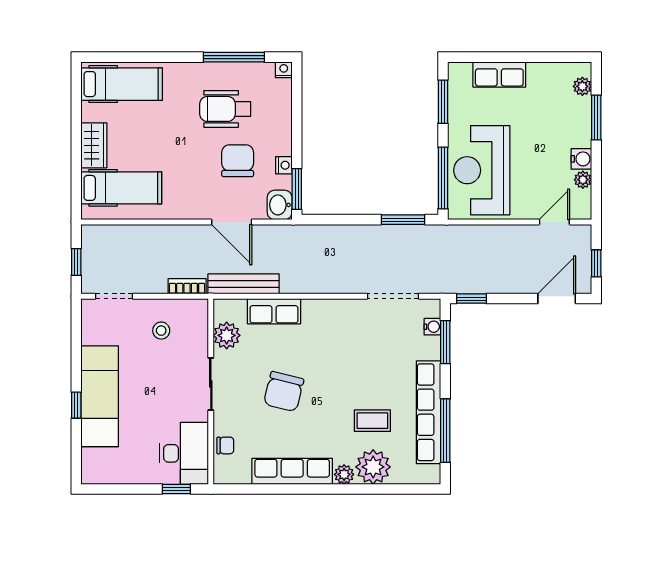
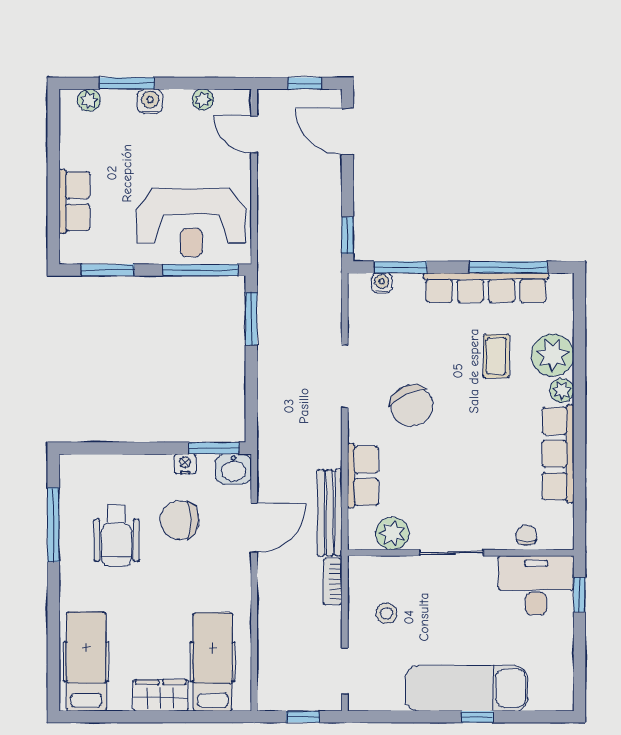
nightstand: (284, 70) -> (69, 464), removed
water cooler: (581, 159) -> (150, 101), moved
doorway: (393, 296) -> (345, 376), moved
chair: (284, 392) -> (412, 406), moved, turned 51

